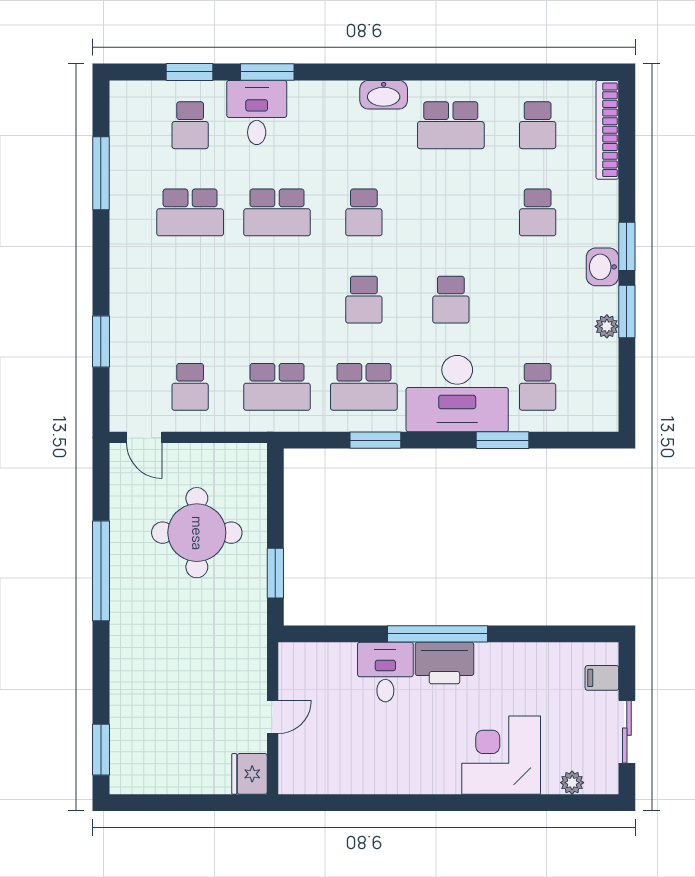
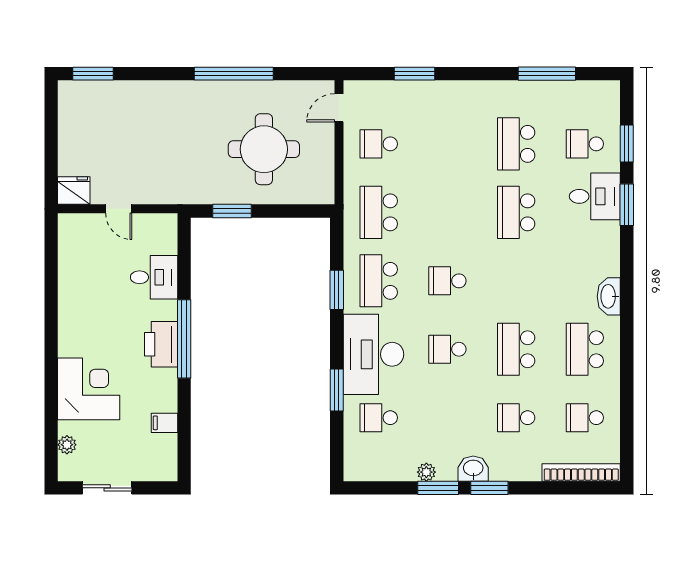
school desk: (364, 212) -> (516, 349), moved, width x1.85
desk: (385, 672) -> (154, 277), moved
filing cabinet: (602, 678) -> (165, 423), moved, turned -90

